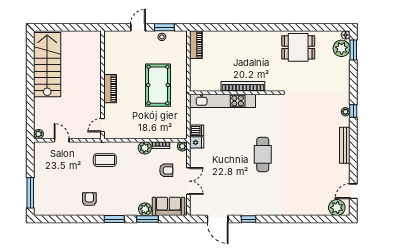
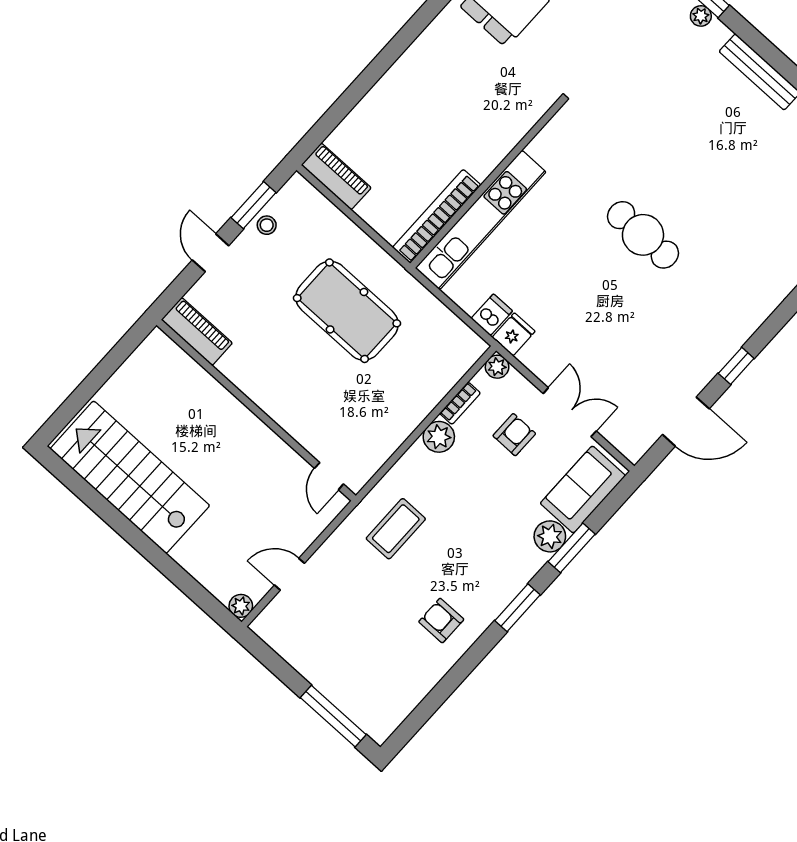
bookcase: (243, 86) -> (437, 216), moved
piano: (110, 89) -> (197, 331), moved

